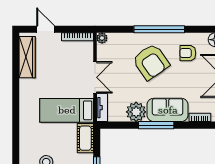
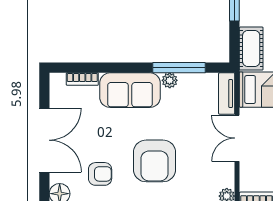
armchair: (151, 62) -> (155, 161), turned -145
plant: (136, 112) -> (170, 80), width x0.53, depth x0.53
window: (156, 125) -> (179, 68), moved

